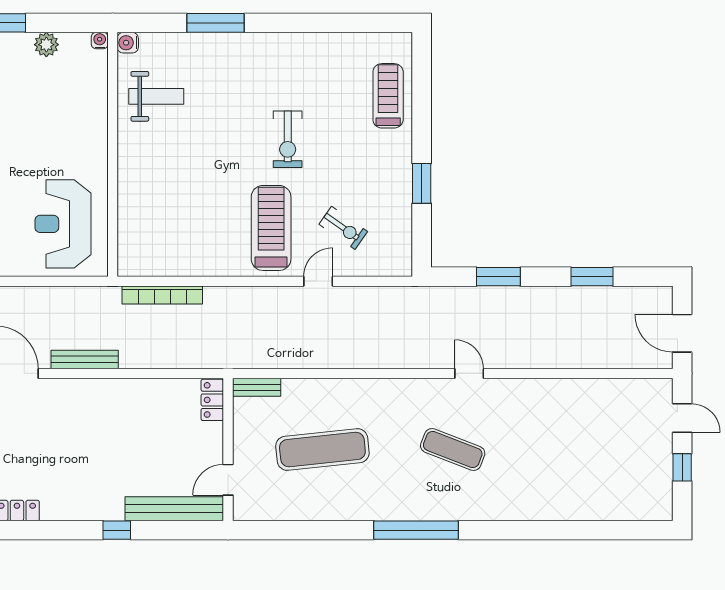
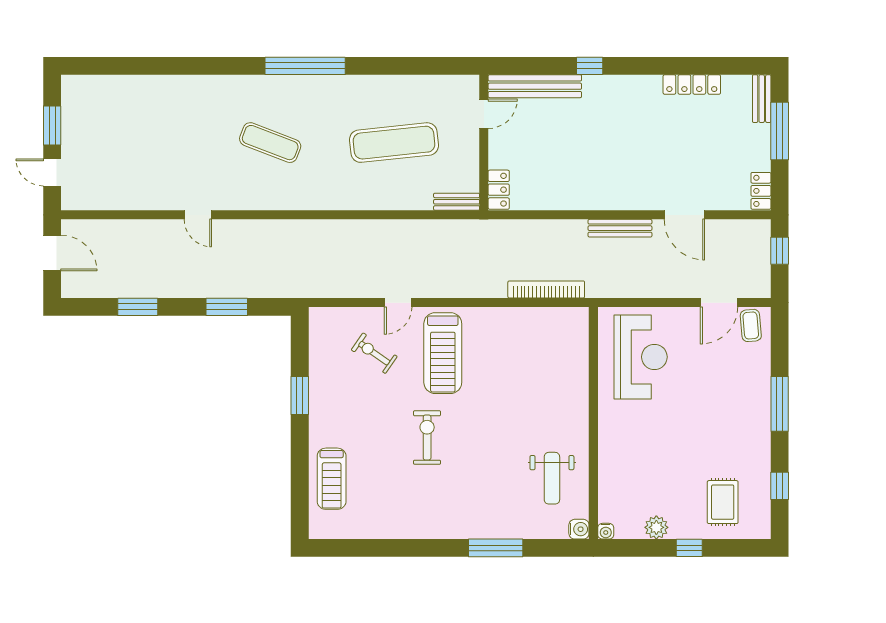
weight bench: (156, 96) -> (552, 478), turned -90
door: (469, 373) -> (198, 215), moved
window: (682, 467) -> (52, 126), width x1.50

